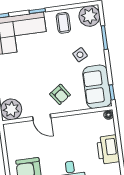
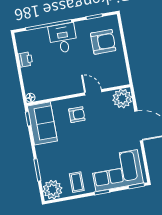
side table: (80, 55) -> (60, 153), removed
armchair: (60, 94) -> (77, 115), turned 125
printer: (108, 150) -> (25, 59), width x0.53, depth x0.68

